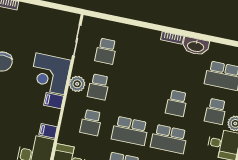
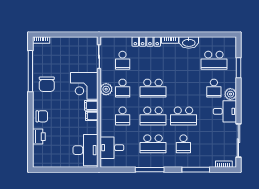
locker: (141, 33) -> (146, 41), added
school desk: (177, 103) -> (153, 88), moved, width x1.85
filing cabinet: (48, 131) -> (92, 116), moved

